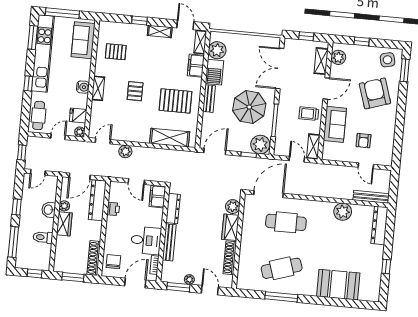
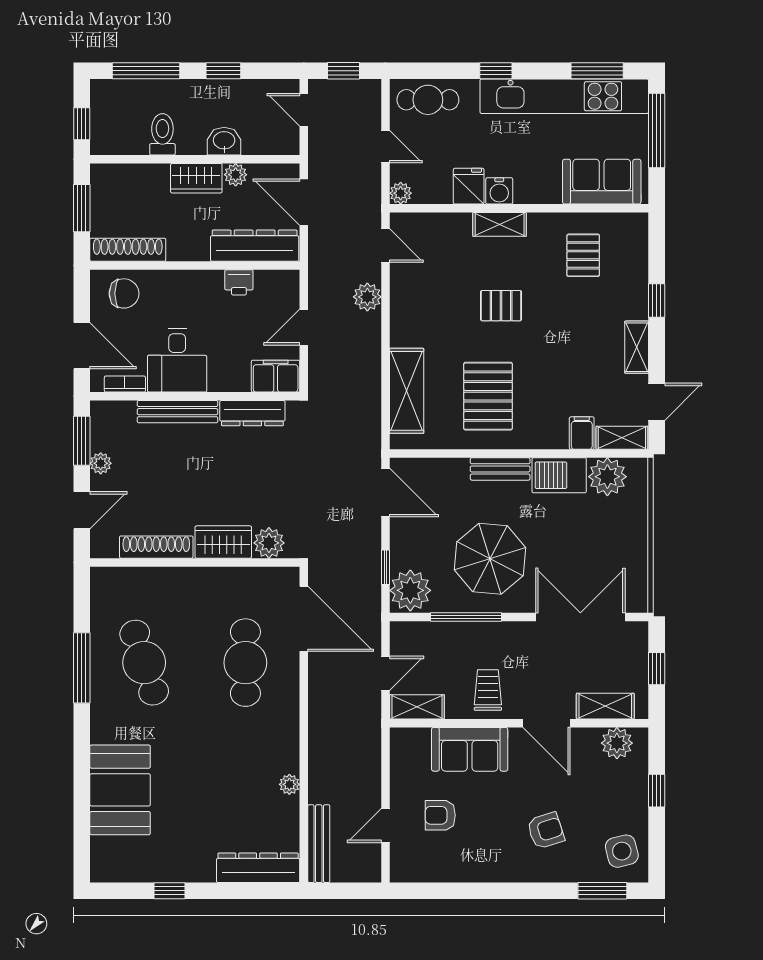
filing cabinet: (196, 66) -> (582, 433), width x0.50
armchair: (375, 93) -> (546, 831), width x0.53, depth x0.53
fridge: (78, 115) -> (469, 186), moved
plant: (343, 212) -> (289, 784), width x0.53, depth x0.53

